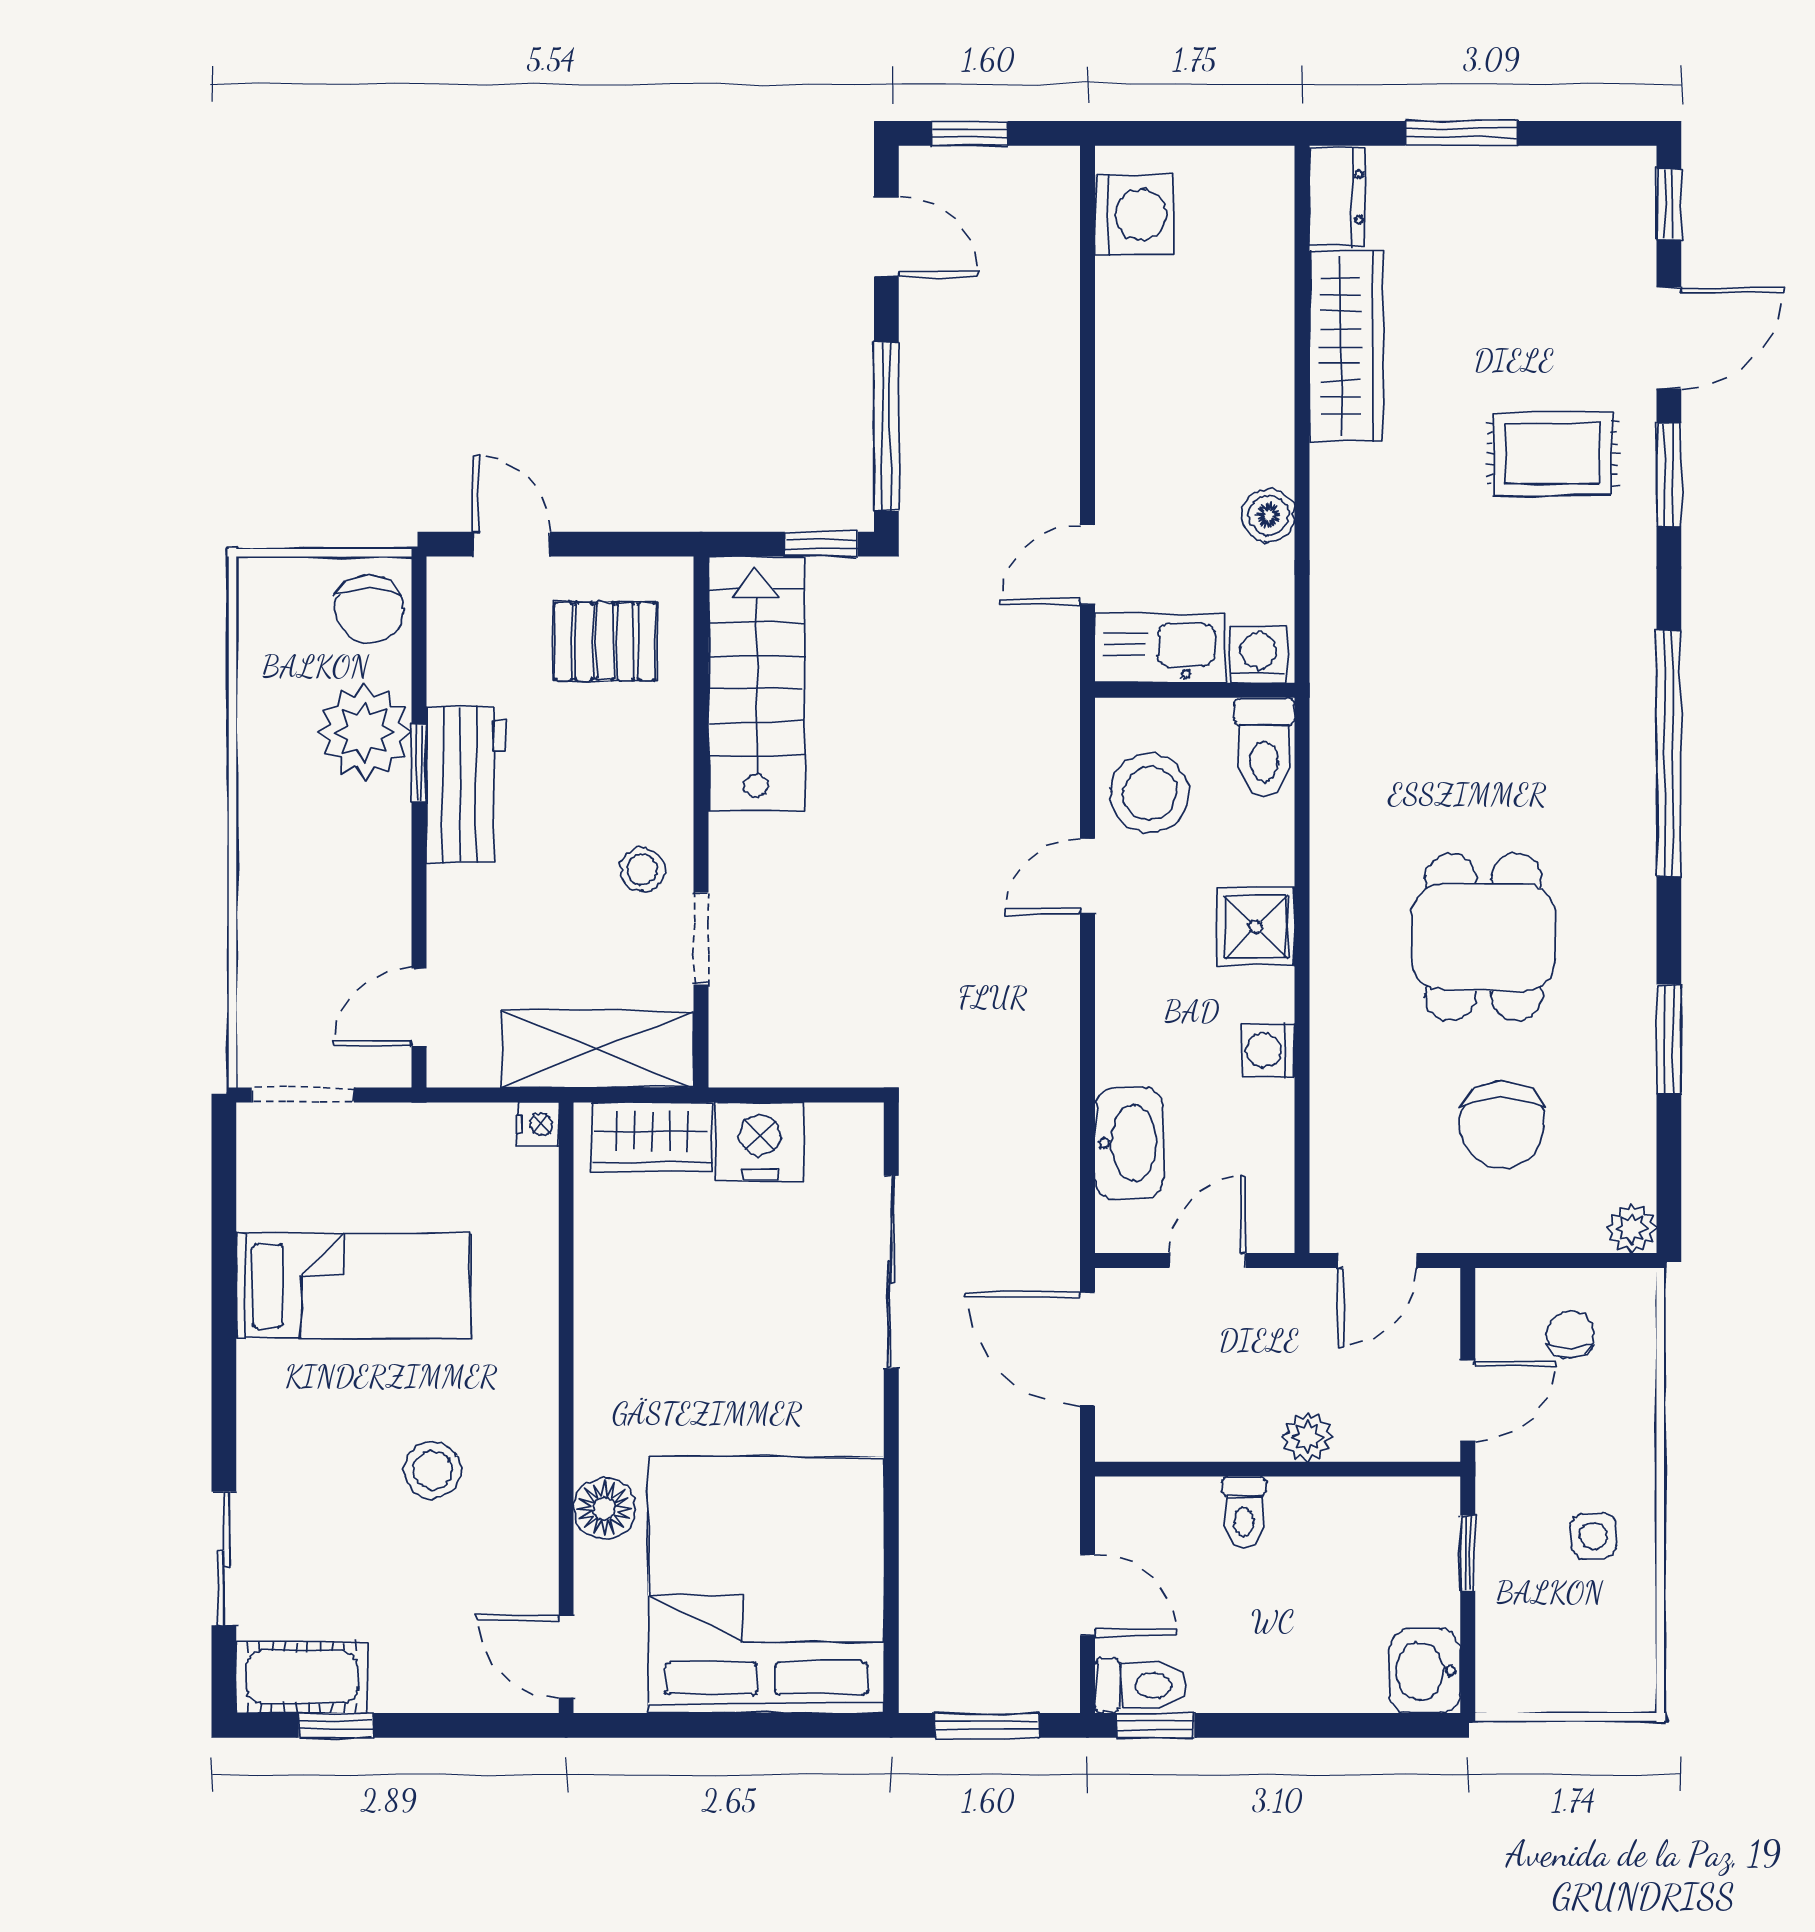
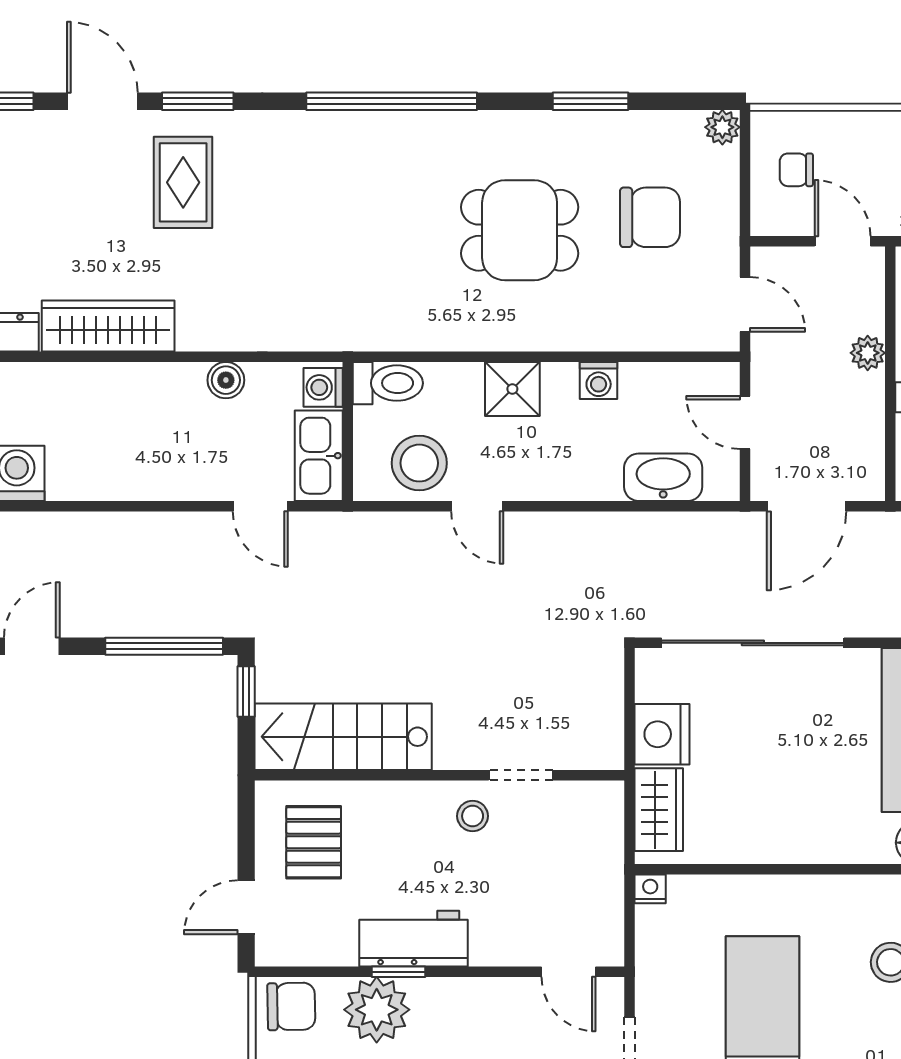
shelving: (598, 1049) -> (598, 847), removed
sliding door: (891, 1272) -> (753, 643), width x1.36

